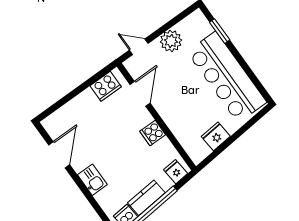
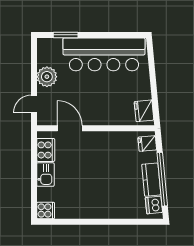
cooker: (153, 133) -> (46, 210), moved, turned -90
fridge: (216, 136) -> (144, 111), moved
door: (59, 155) -> (72, 222), removed
kitchen sink: (92, 180) -> (45, 175), moved, turned 90

